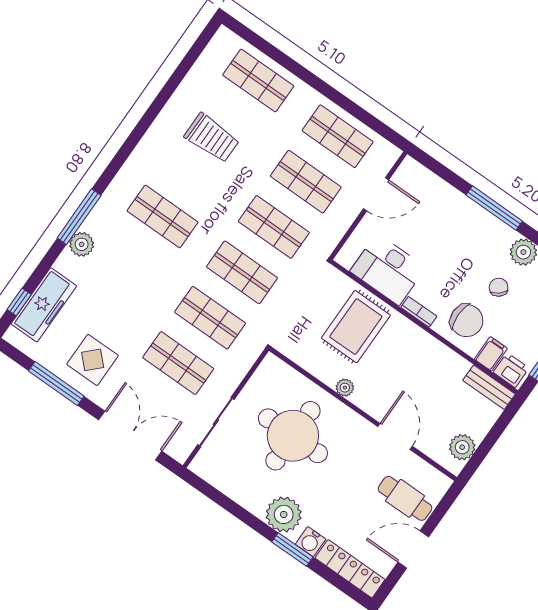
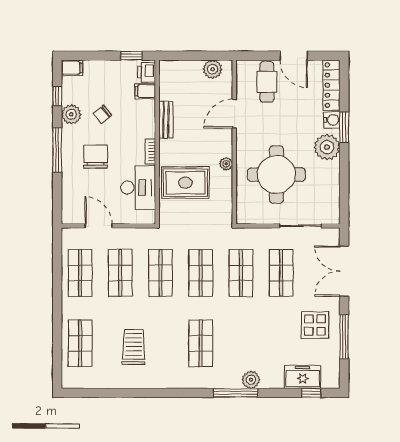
freezer: (44, 305) -> (303, 377), width x0.71
chair: (467, 321) -> (96, 157), moved
bench: (489, 387) -> (166, 120), moved

